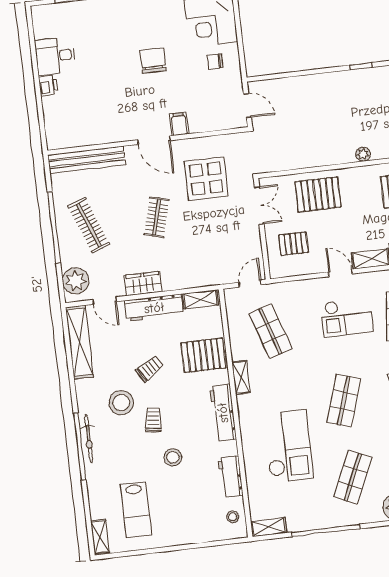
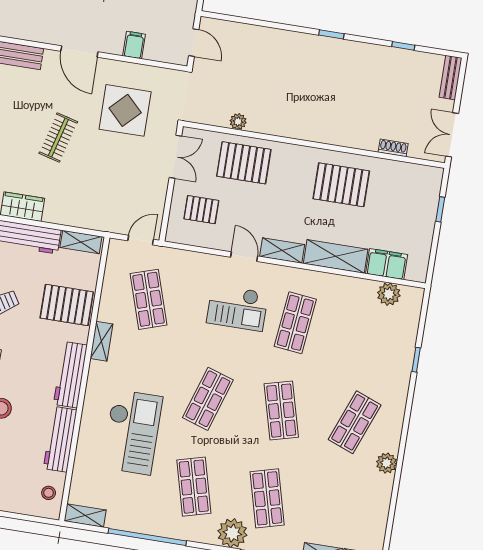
filing cabinet: (179, 124) -> (134, 45), moved
plant: (363, 154) -> (238, 122), moved
workbench: (231, 477) -> (60, 439), width x1.38
shop shelf: (353, 477) -> (194, 487), turned -39

